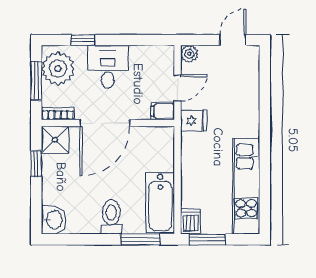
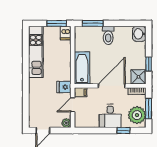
bathtub: (160, 203) -> (82, 68), moved

